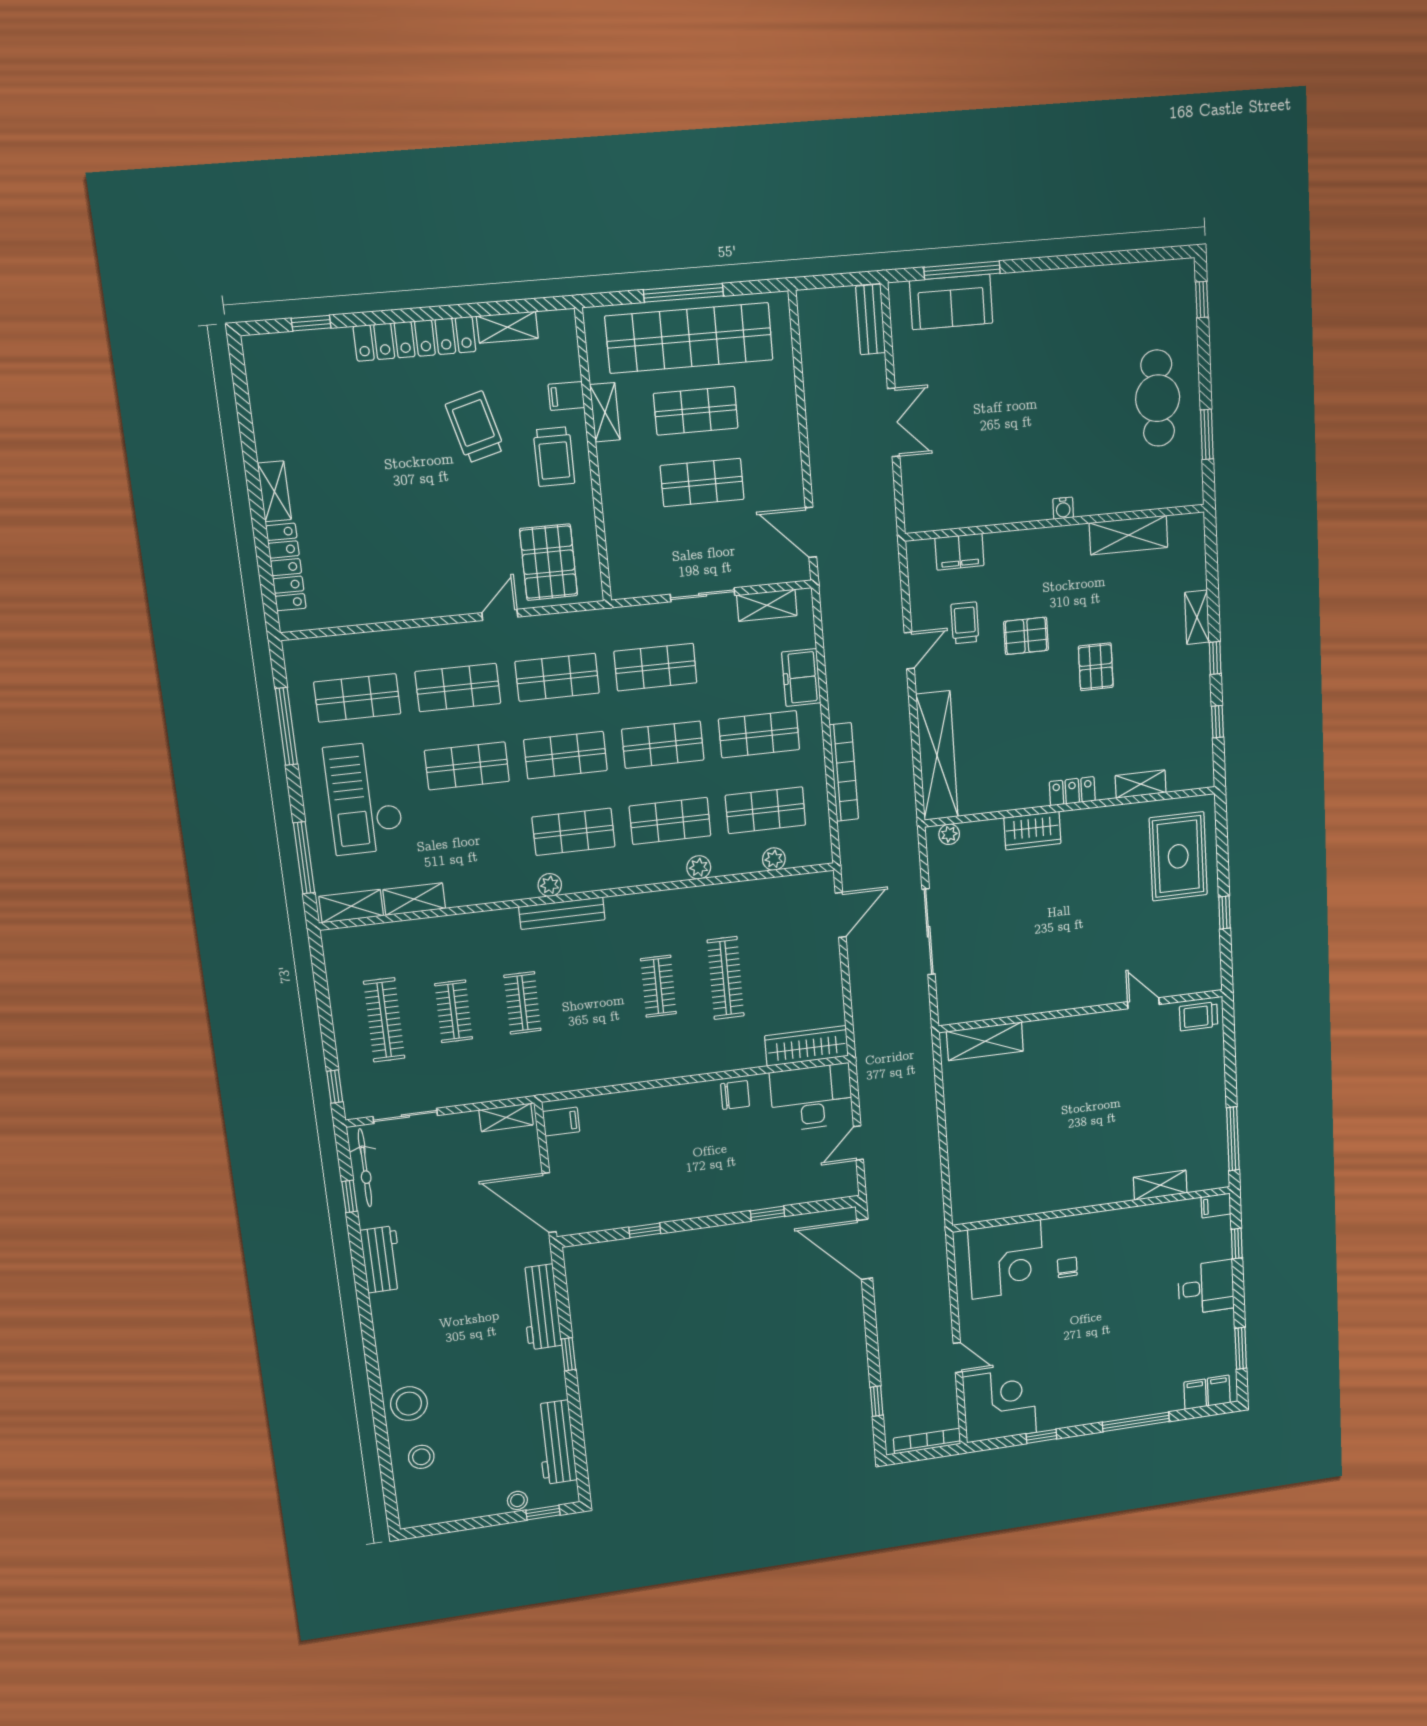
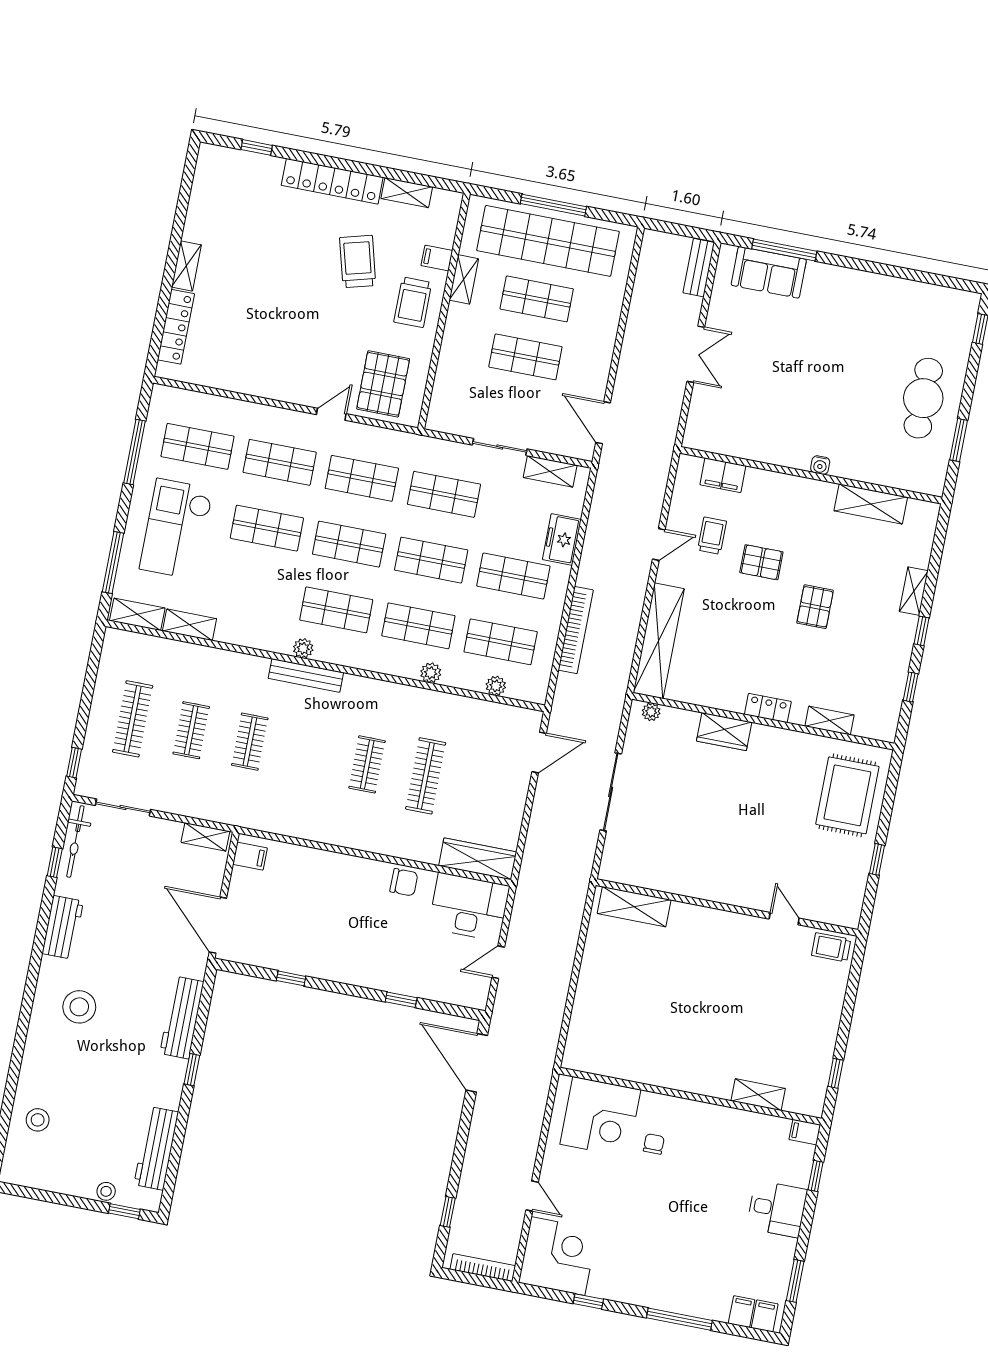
window: (1233, 1139) -> (836, 1073), width x0.46
stool: (409, 1404) -> (79, 1007), moved

